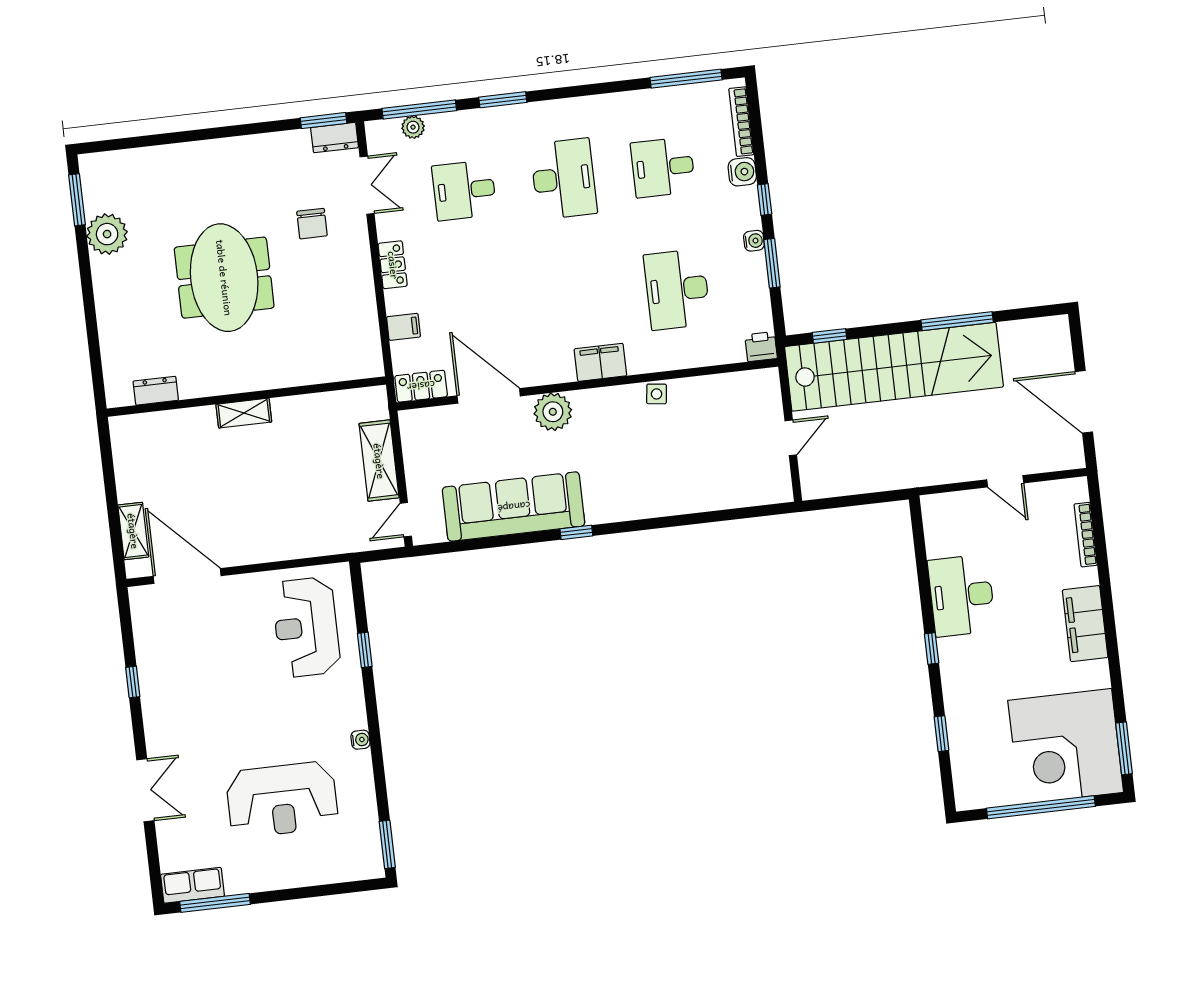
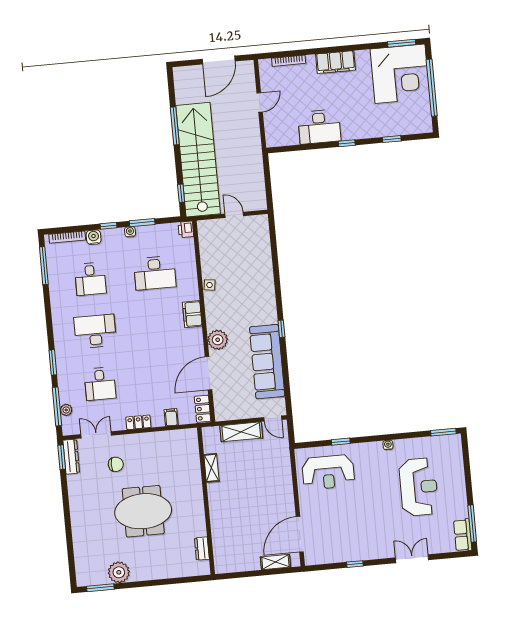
dresser: (335, 138) -> (71, 457), width x1.44
shelving: (244, 413) -> (211, 468), moved

